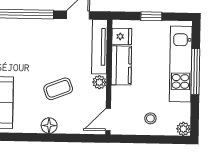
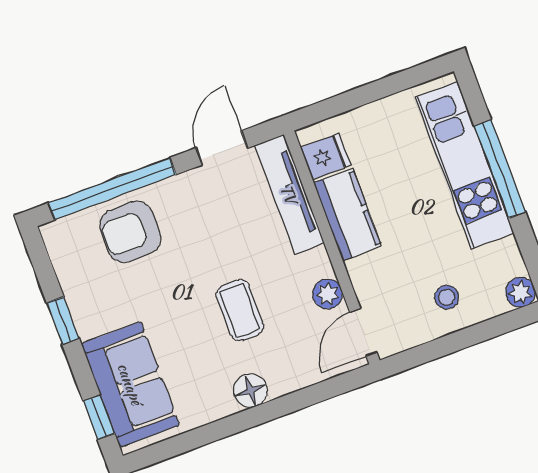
window: (151, 16) -> (369, 93), removed
armchair: (24, 36) -> (130, 232), added
plant: (99, 82) -> (328, 294), moved
coffee table: (58, 89) -> (240, 310), turned -69

